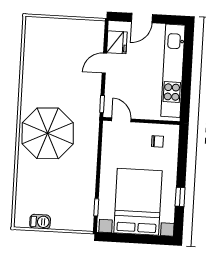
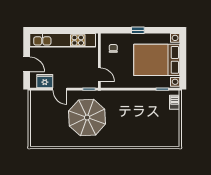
door: (121, 120) -> (99, 75), swing flipped
parasol: (48, 133) -> (87, 118), moved
window: (180, 197) -> (138, 30), moved
barbecue: (40, 222) -> (175, 102), moved

